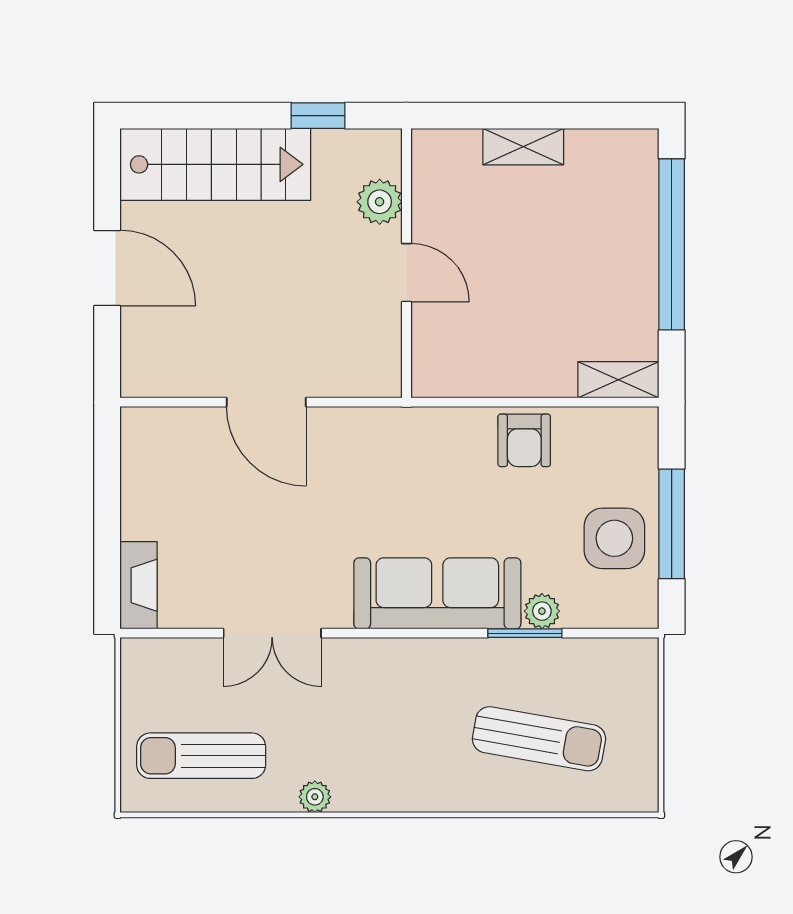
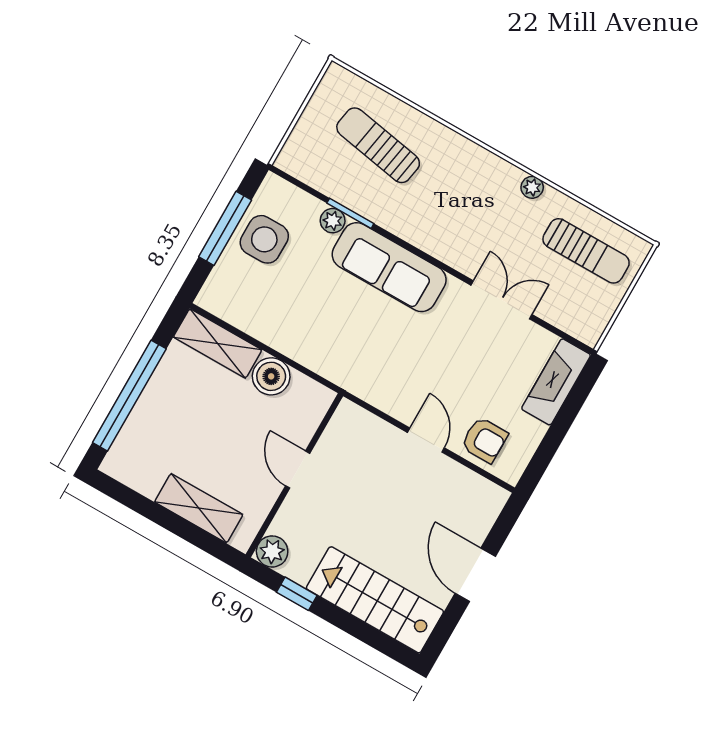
shelving: (523, 147) -> (199, 508), width x1.50, depth x1.33
plant: (380, 202) -> (272, 551), moved
boiler: (507, 371) -> (271, 376), added
shelving: (618, 380) -> (218, 343), width x1.50, depth x1.33
door: (266, 402) -> (426, 440), width x0.73
armchair: (524, 440) -> (484, 440), moved, turned 90
fireplace: (139, 585) -> (556, 382), width x1.37, depth x1.32

